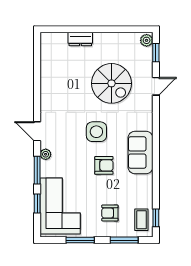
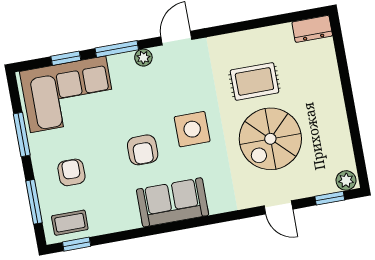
dresser: (80, 39) -> (312, 29), moved, turned -90
rug: (73, 87) -> (254, 81), added

